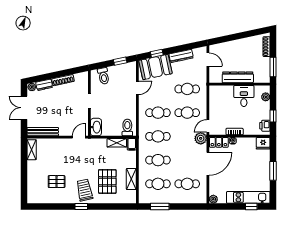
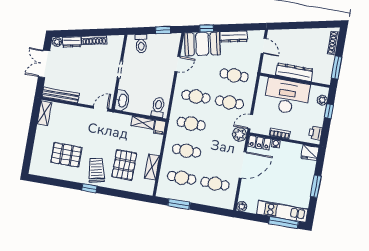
desk: (244, 96) -> (287, 97), width x1.87, depth x1.30
window: (273, 116) -> (329, 111), moved
pallet: (57, 182) -> (66, 155), width x1.50, depth x1.42
window: (251, 207) -> (284, 222), width x2.17

